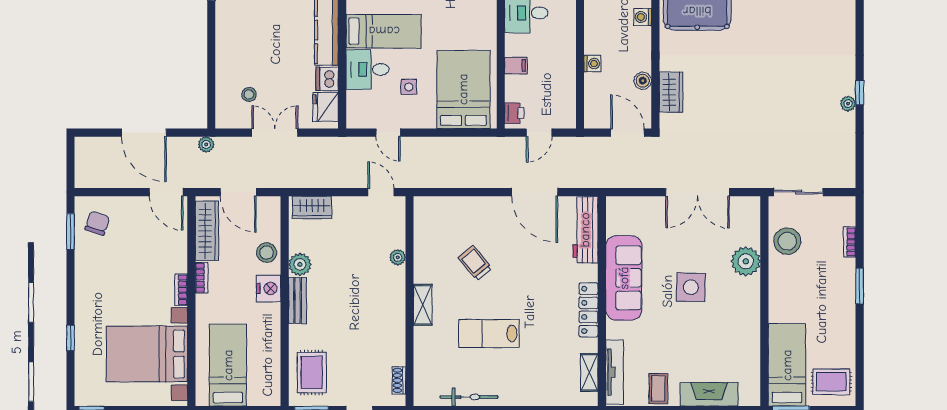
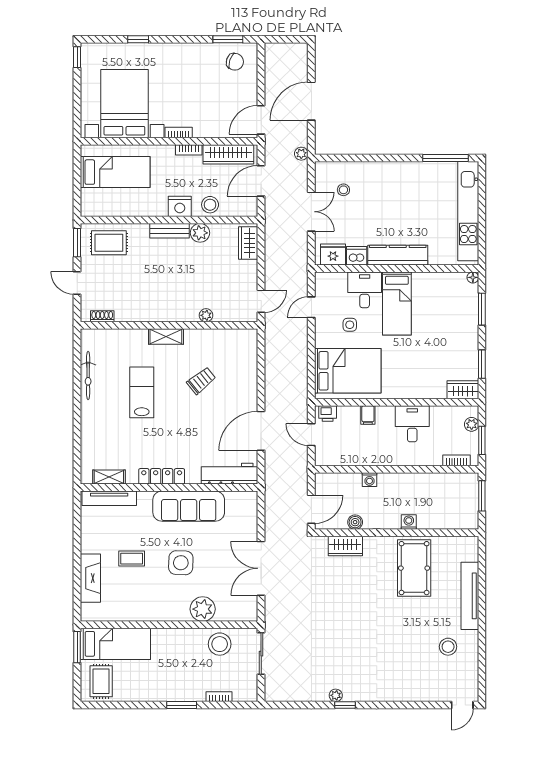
coffee table: (658, 389) -> (132, 559), moved

